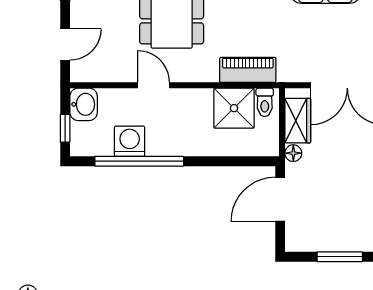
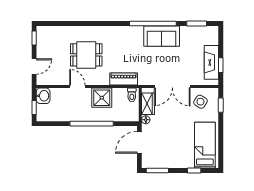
shower: (234, 108) -> (102, 98), moved
washing machine: (130, 141) -> (66, 114), removed
window: (139, 161) -> (92, 124), moved
window: (340, 257) -> (157, 170), moved

